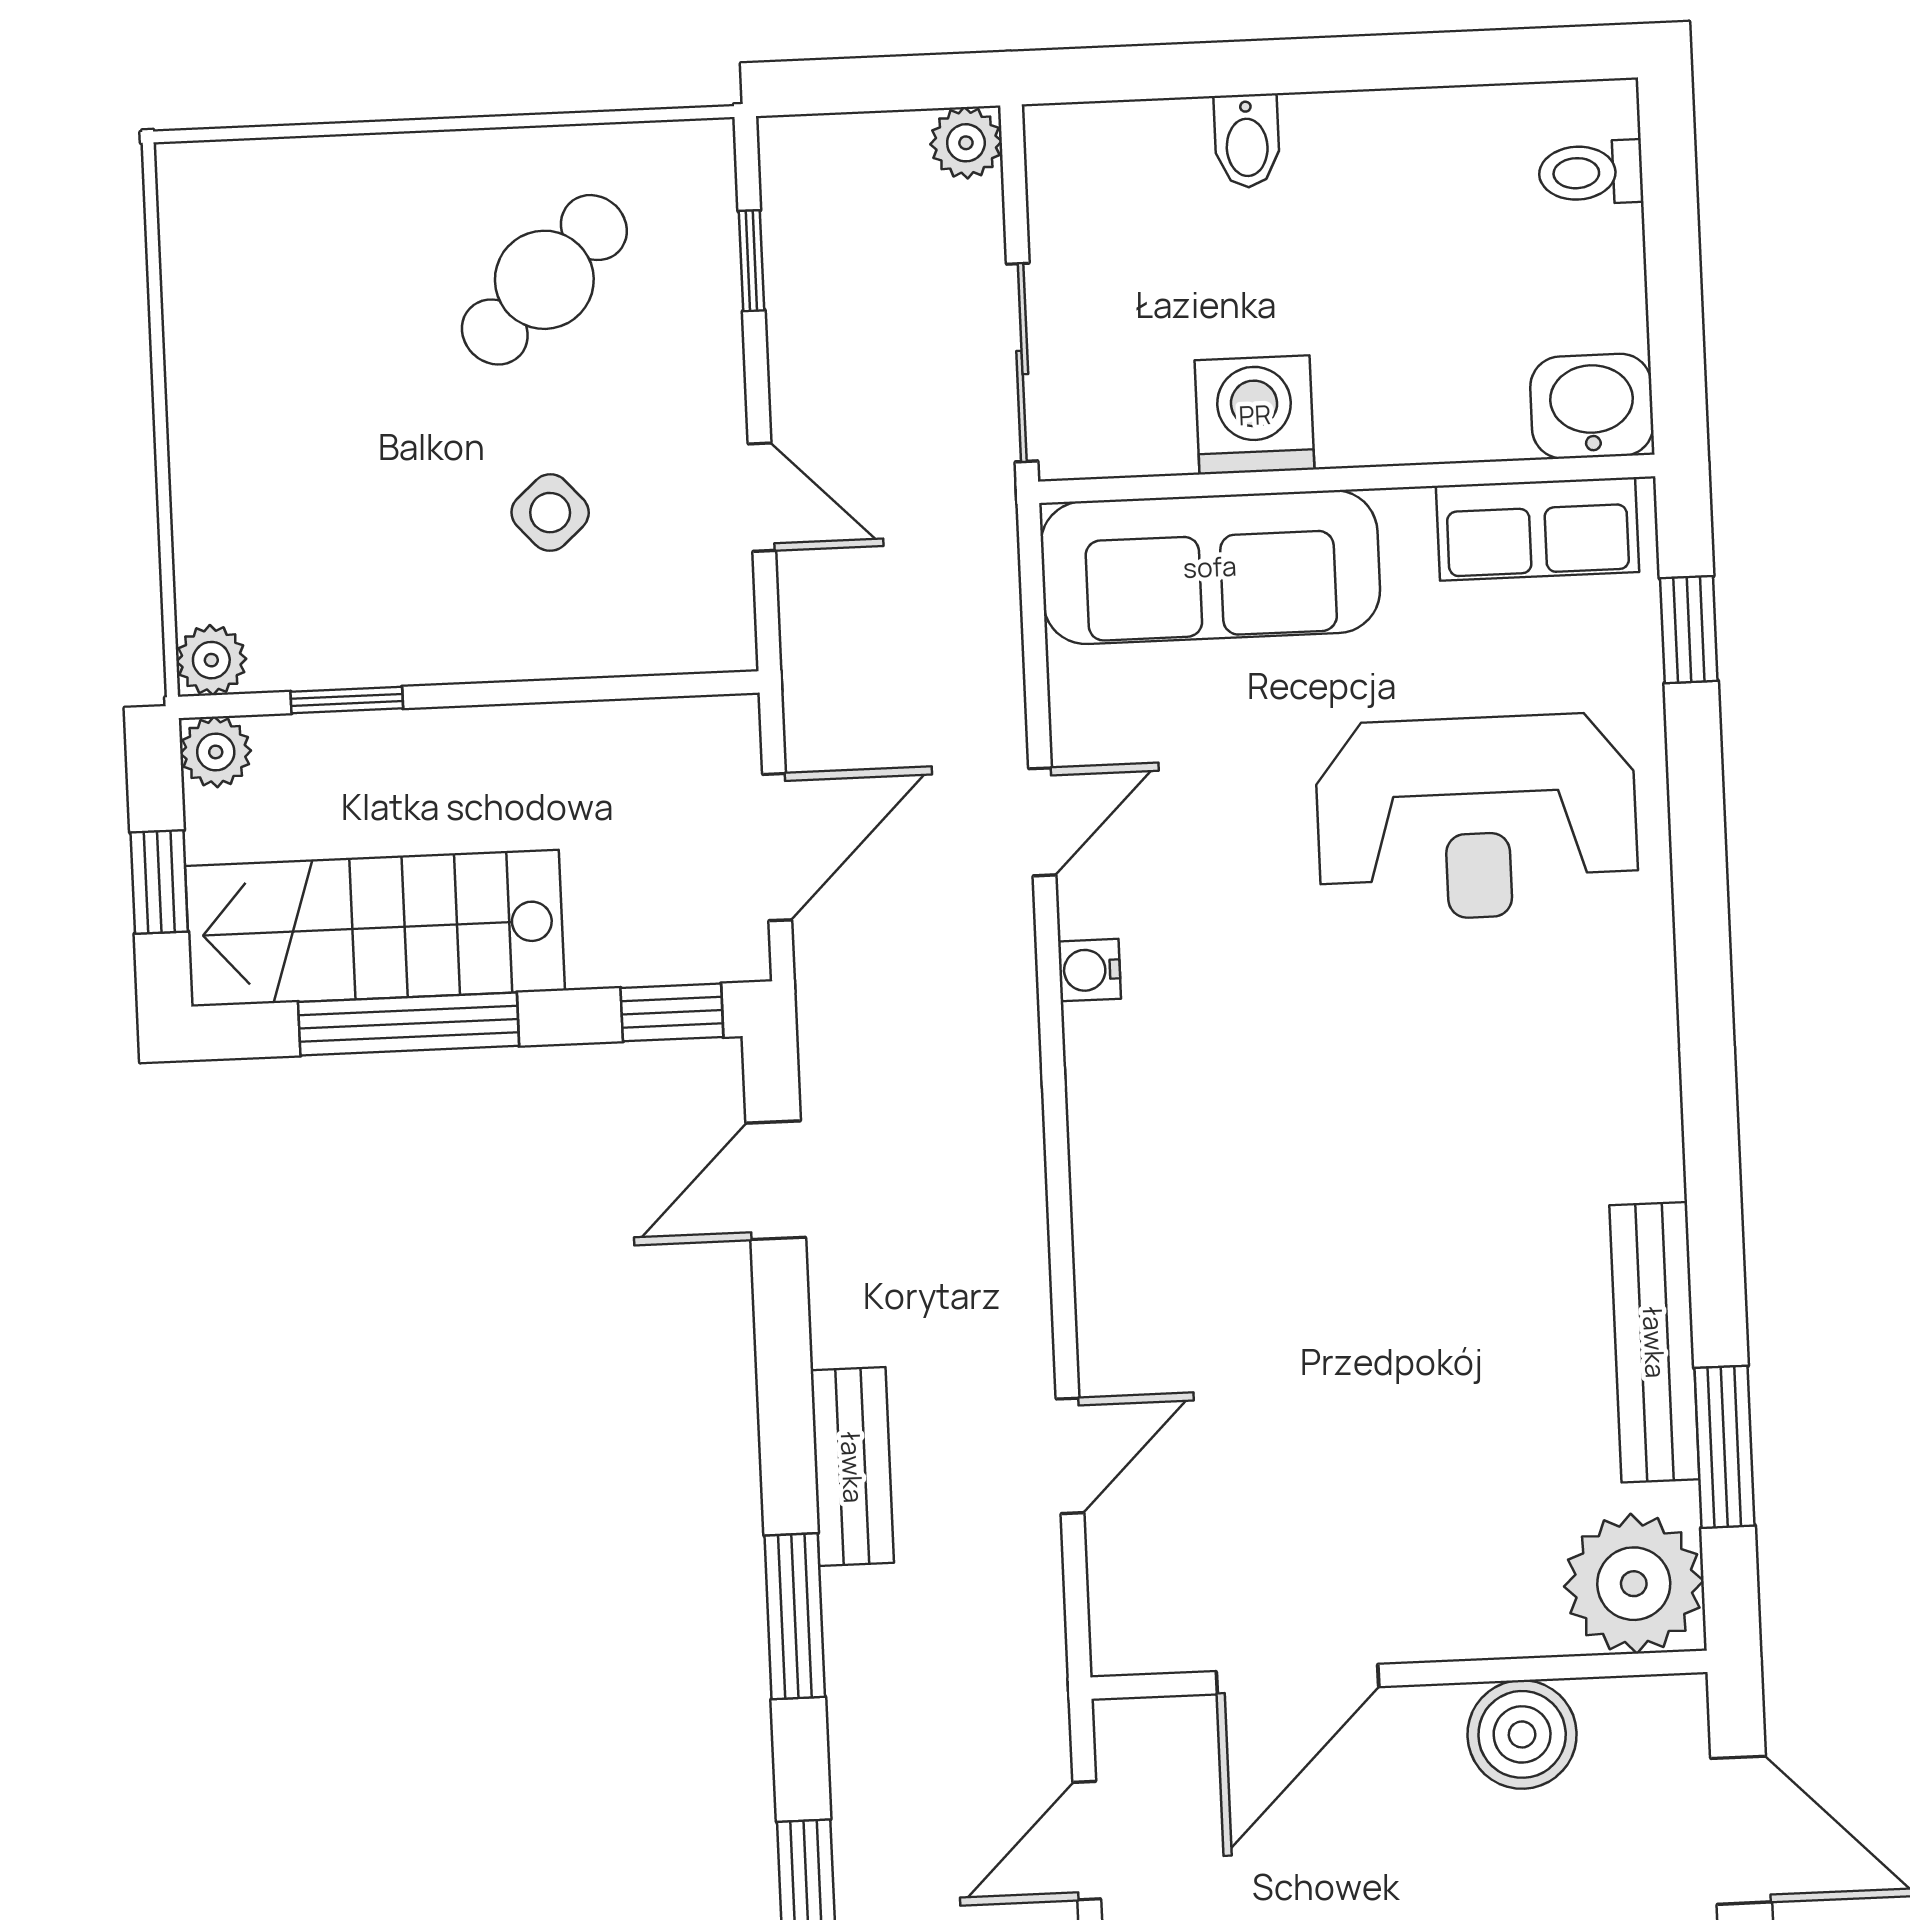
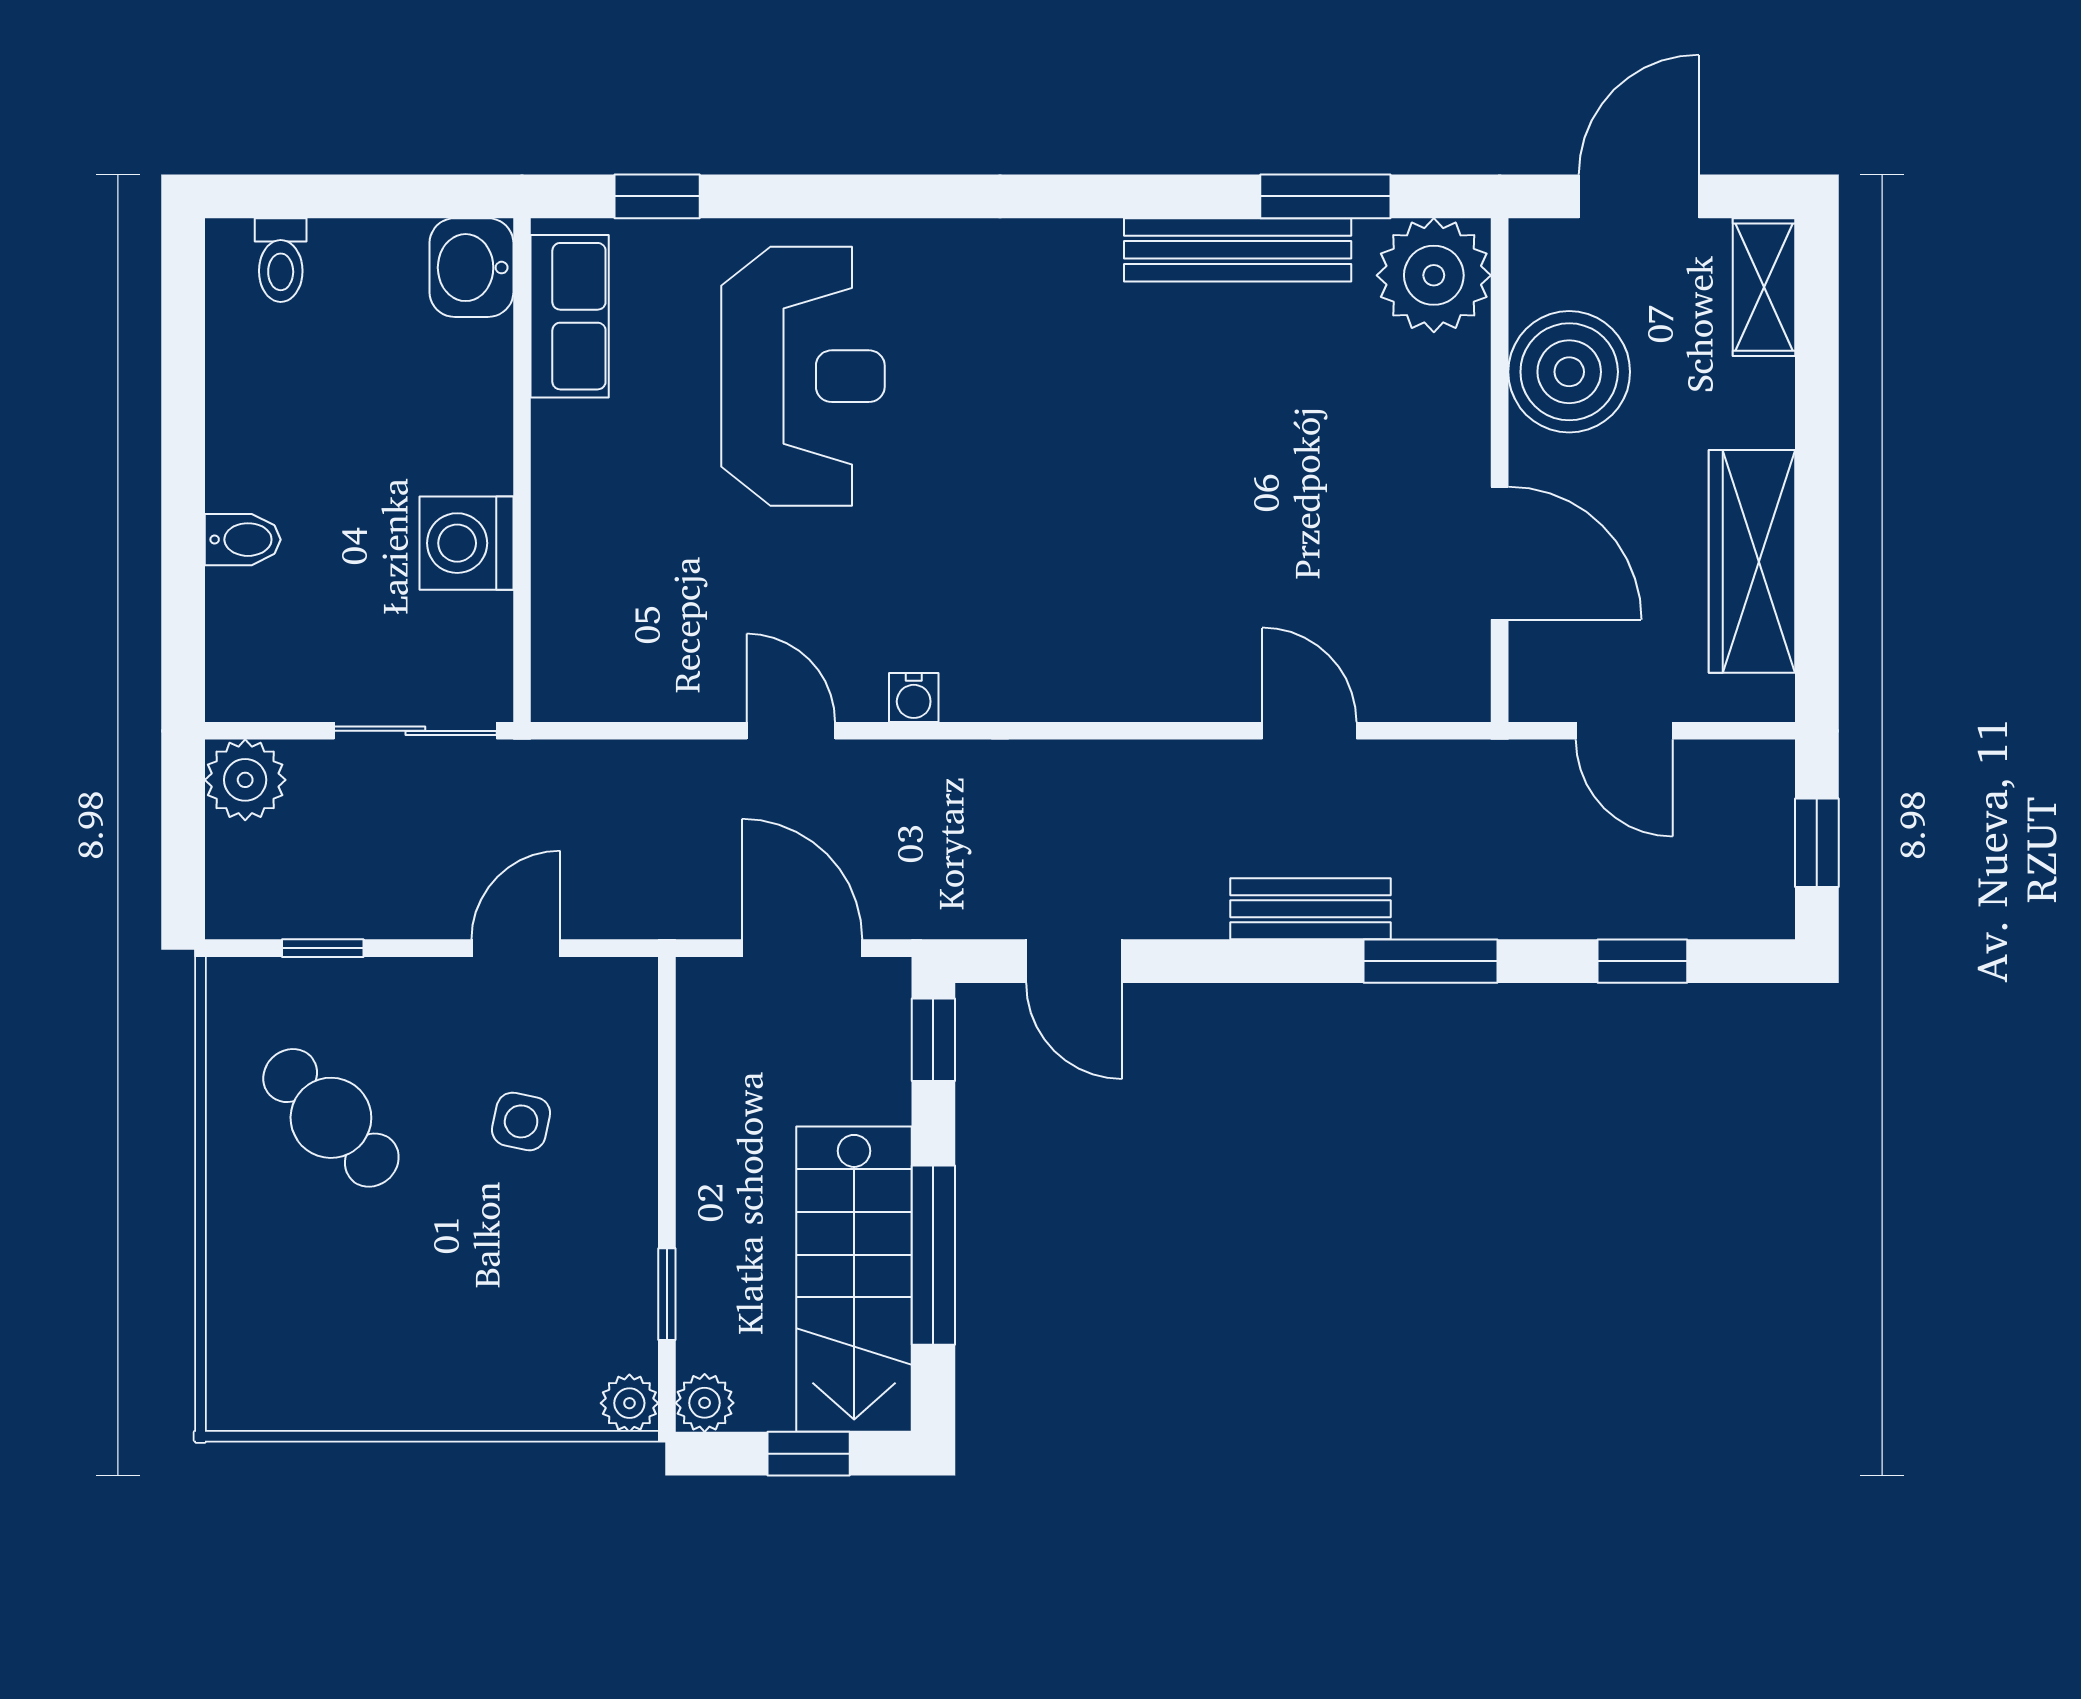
plant: (966, 143) -> (245, 780), width x1.38, depth x1.38
side table: (550, 513) -> (521, 1121), turned -36
sofa: (1210, 567) -> (589, 585), removed
boiler: (1522, 1734) -> (1569, 372), width x1.37, depth x1.37

